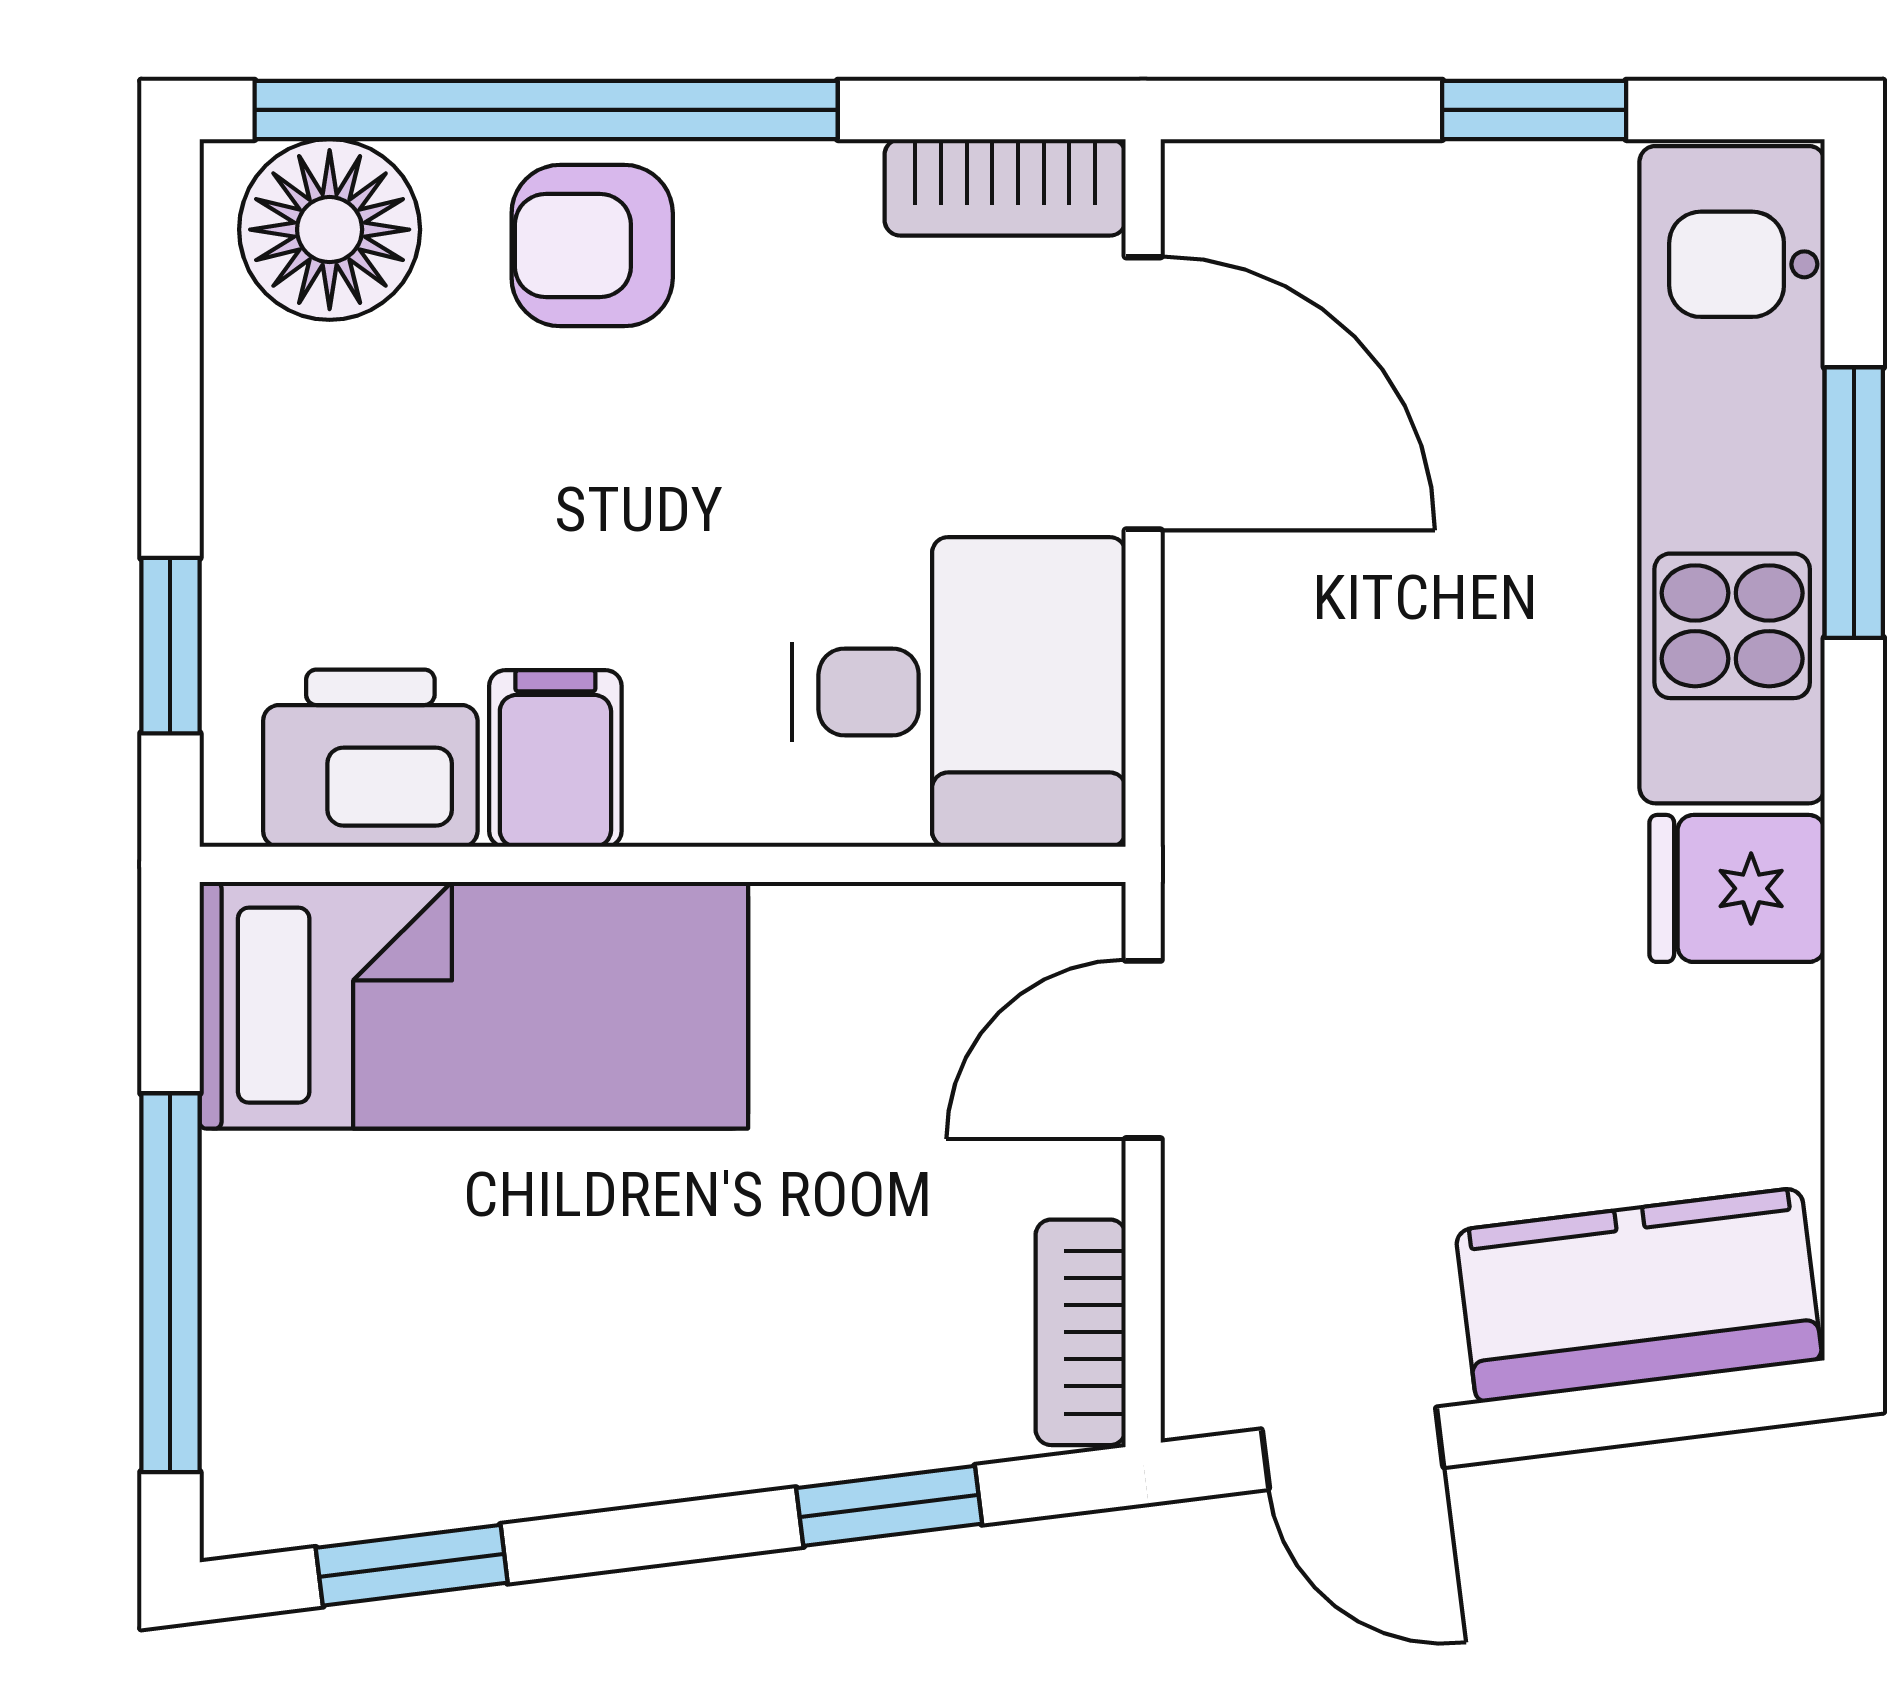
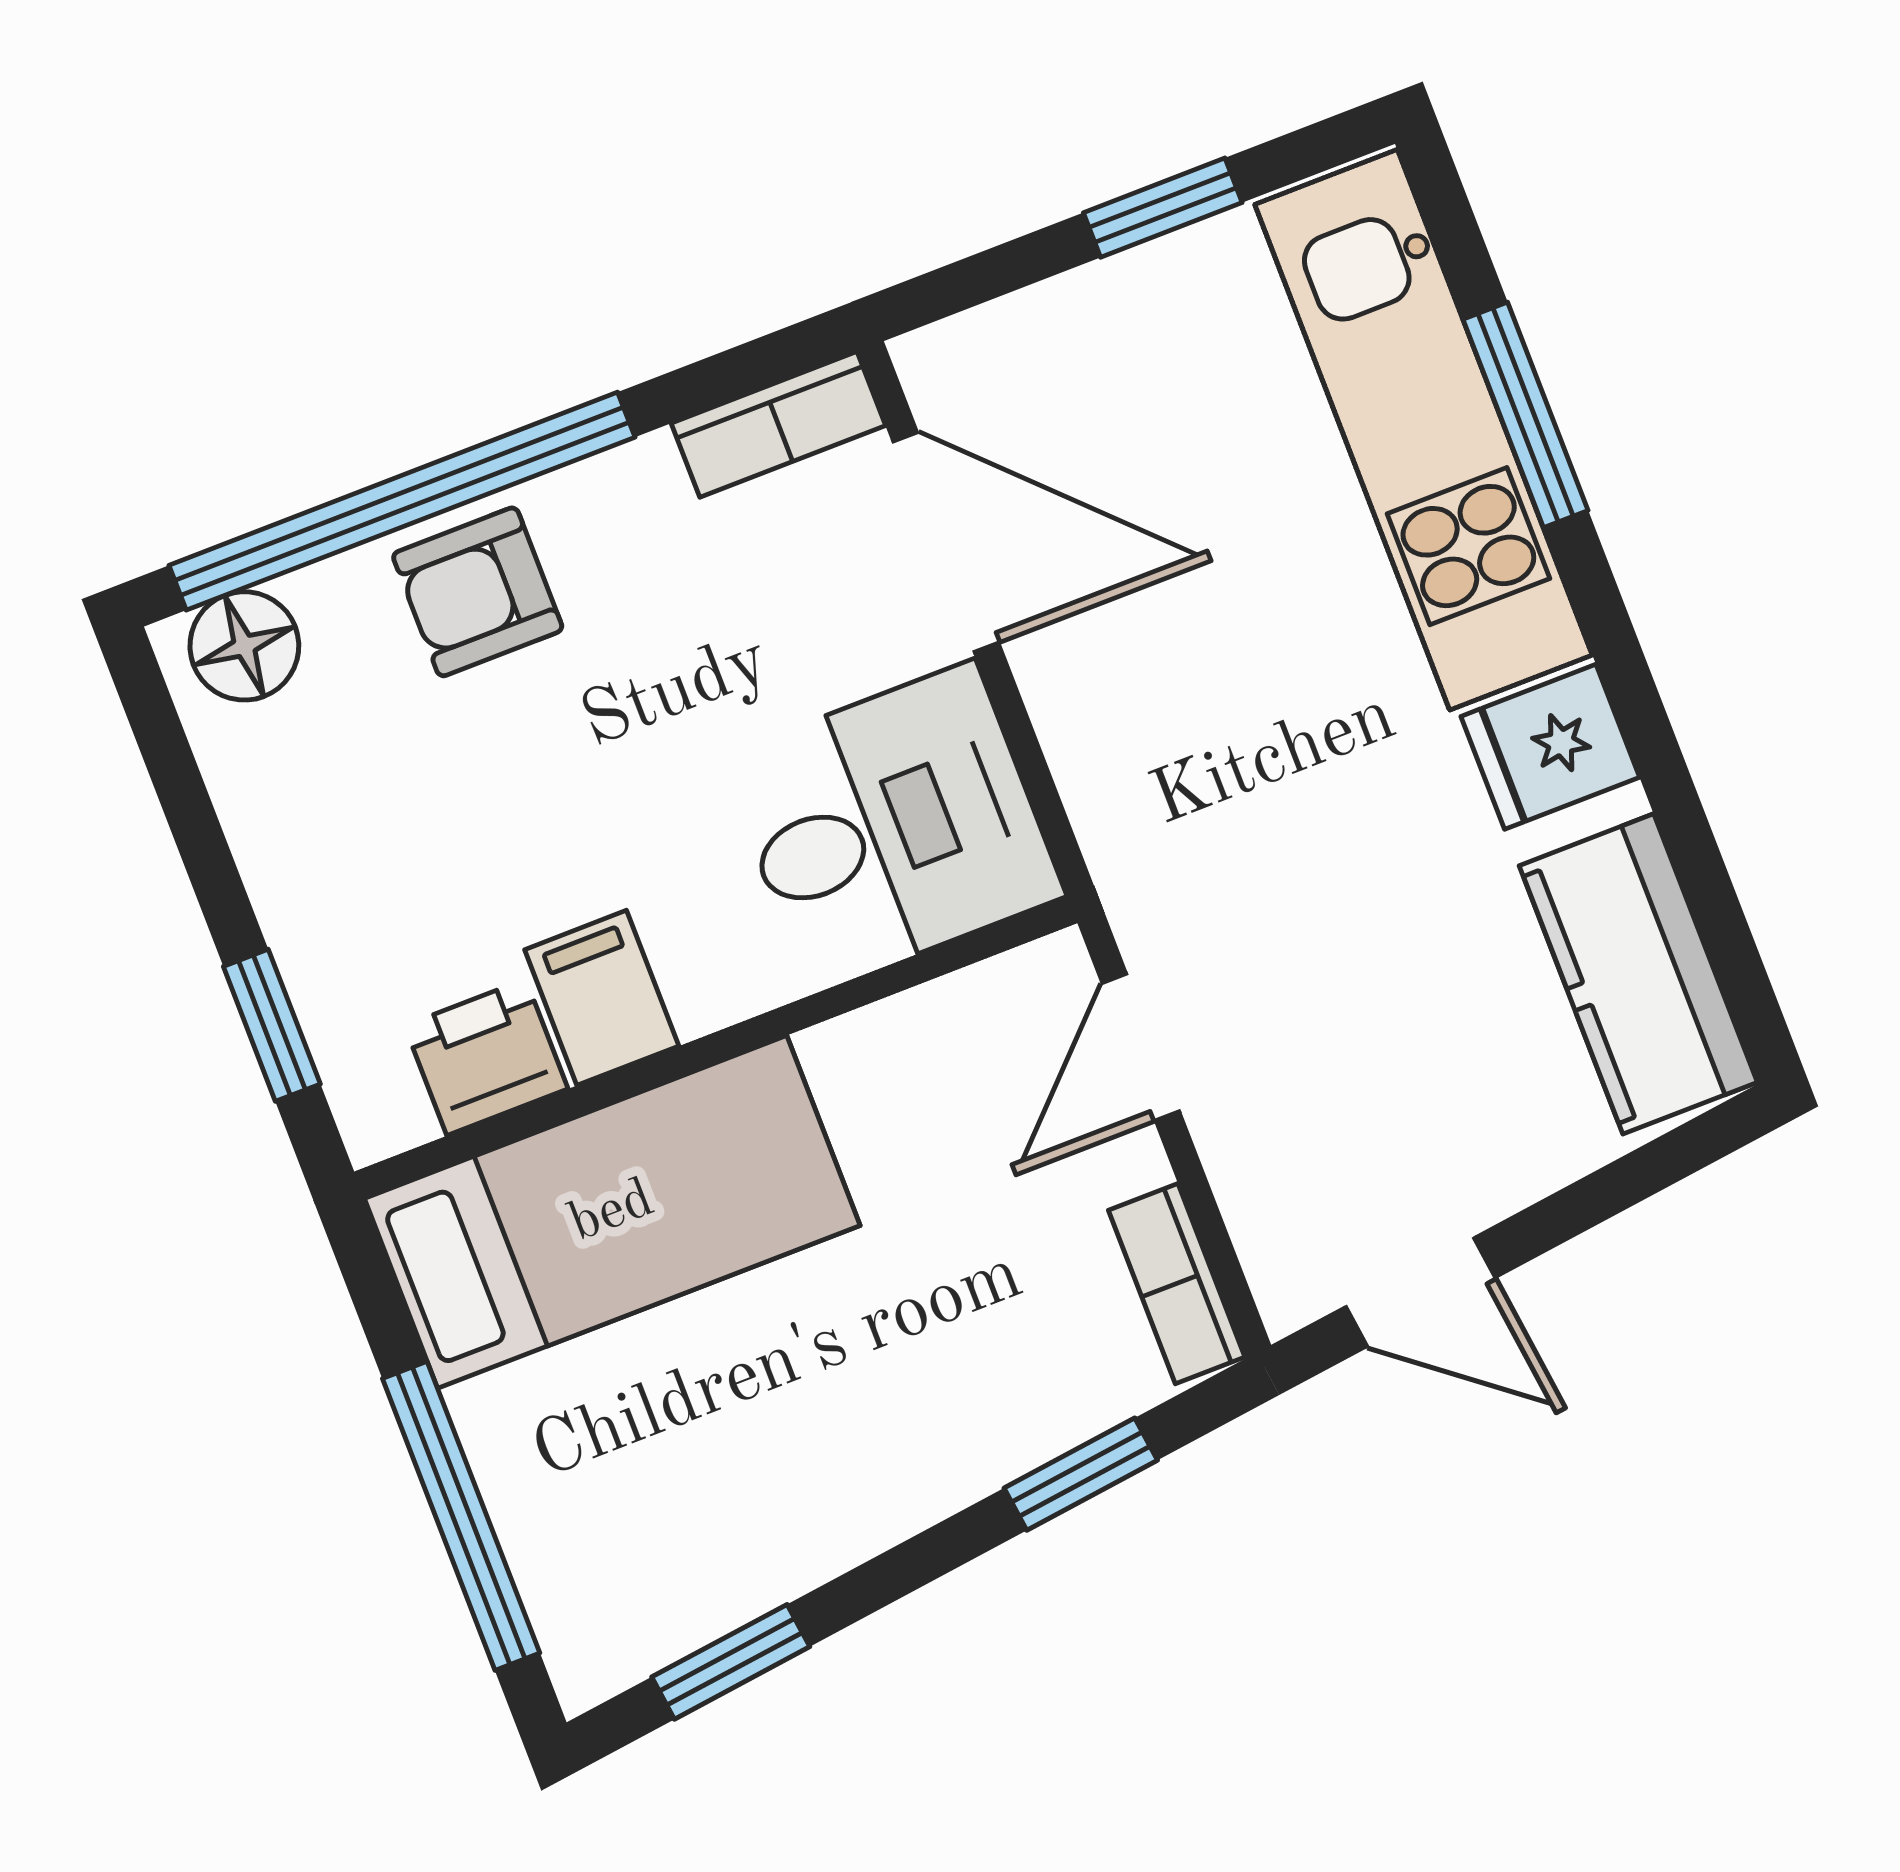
floor lamp: (330, 230) -> (244, 646), width x0.73, depth x0.73
printer: (370, 758) -> (486, 1057), width x0.73, depth x0.81
kitchen counter: (1639, 1295) -> (1638, 974), moved, turned -83

